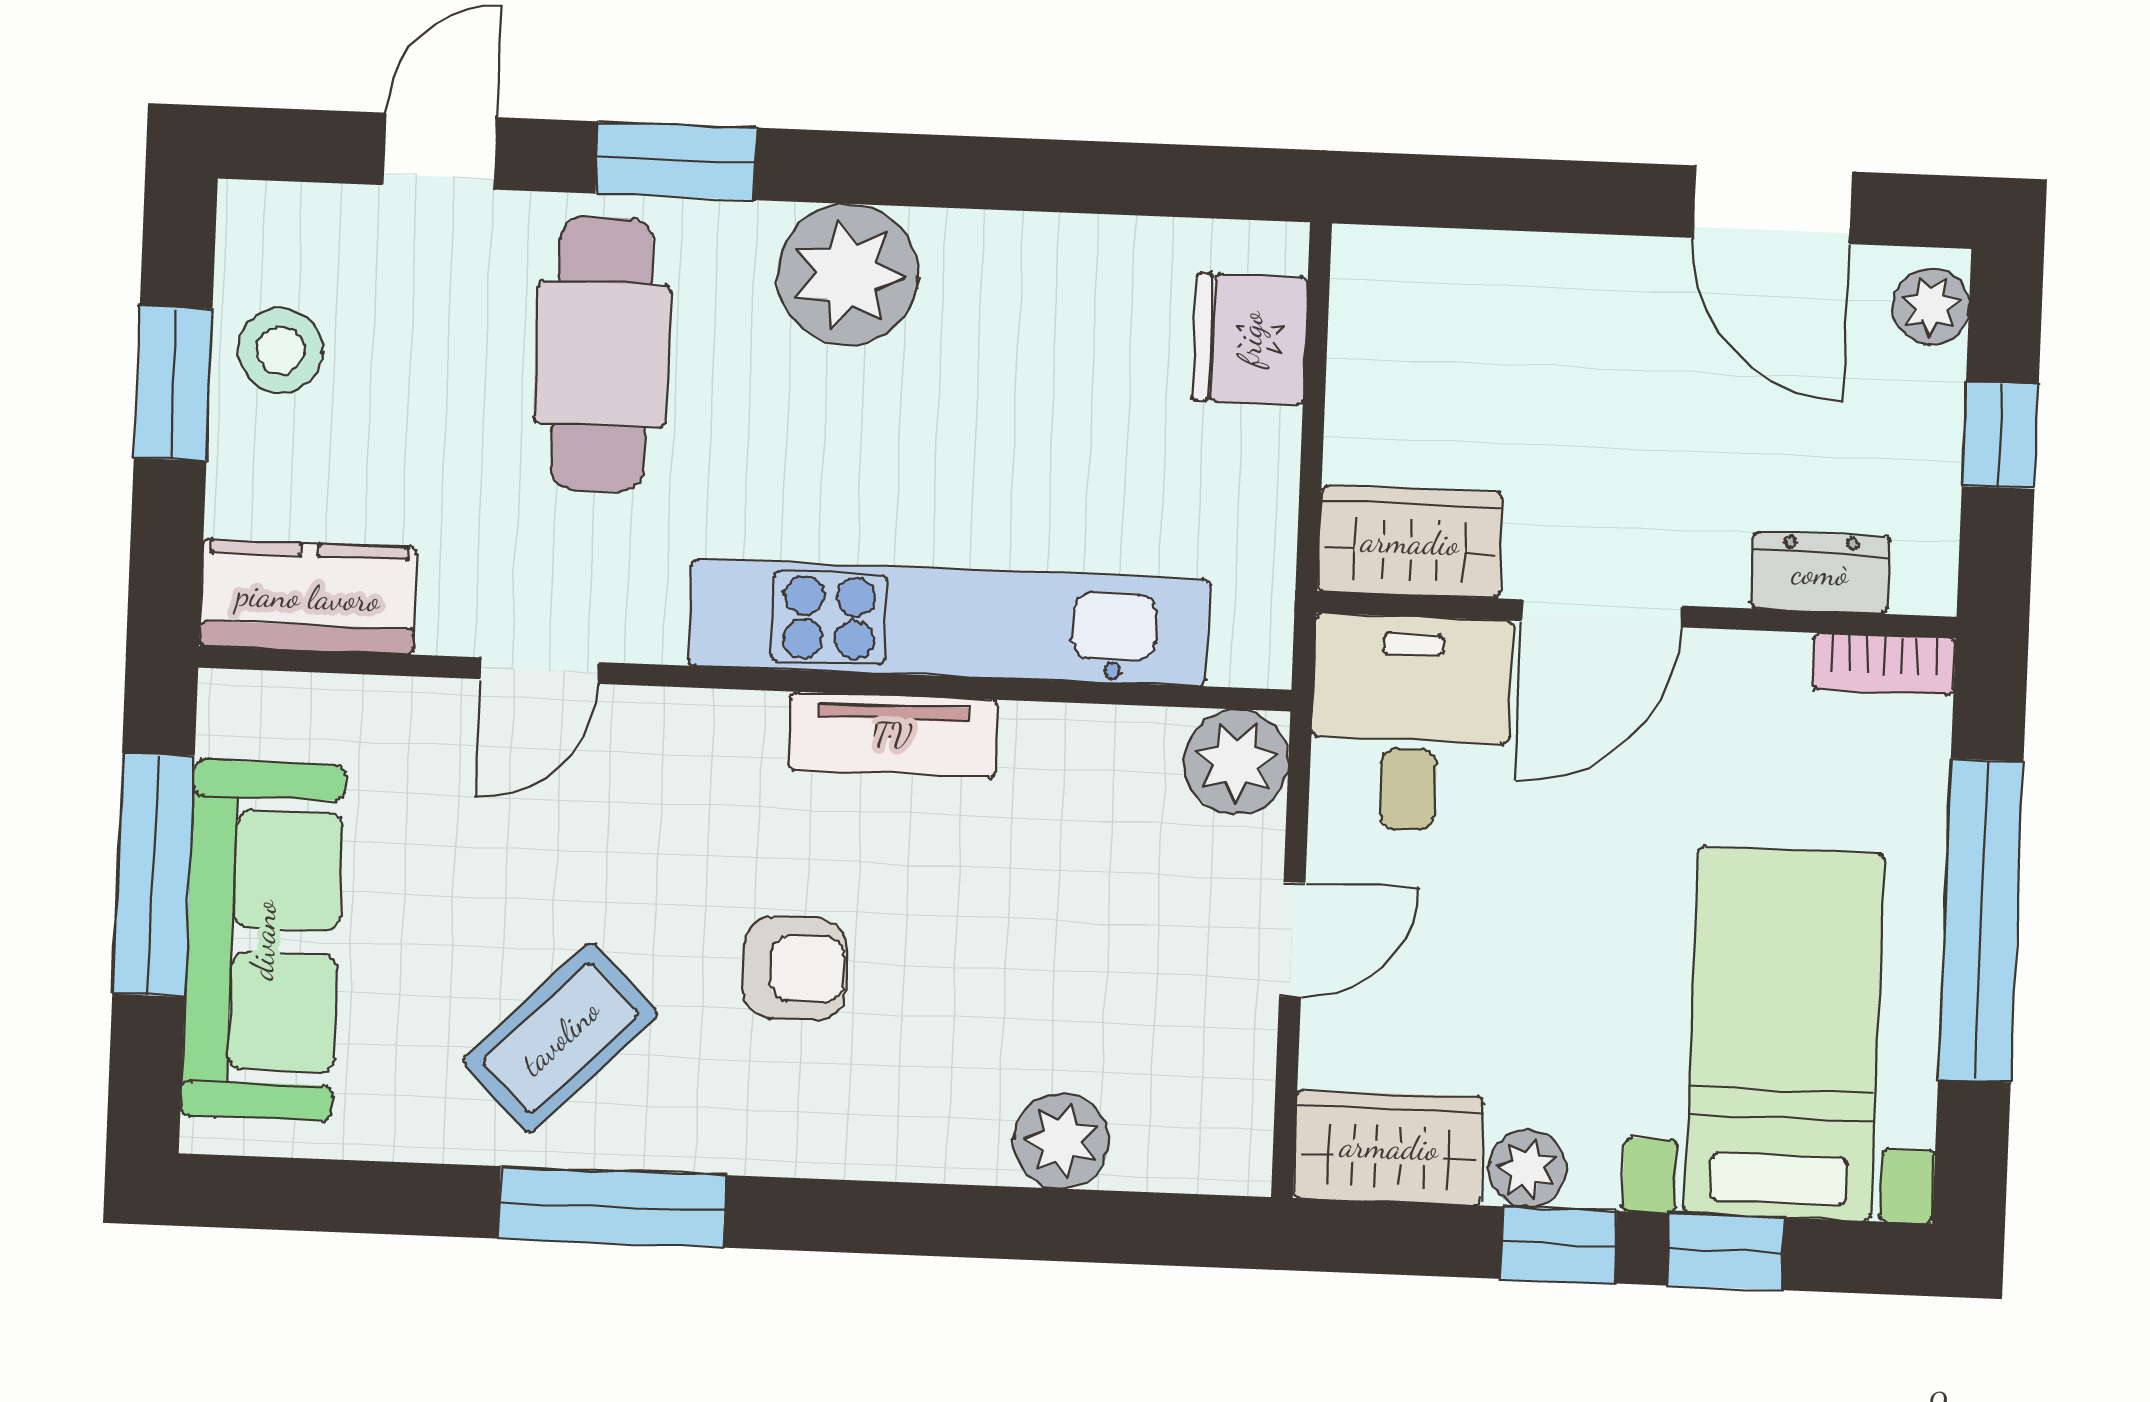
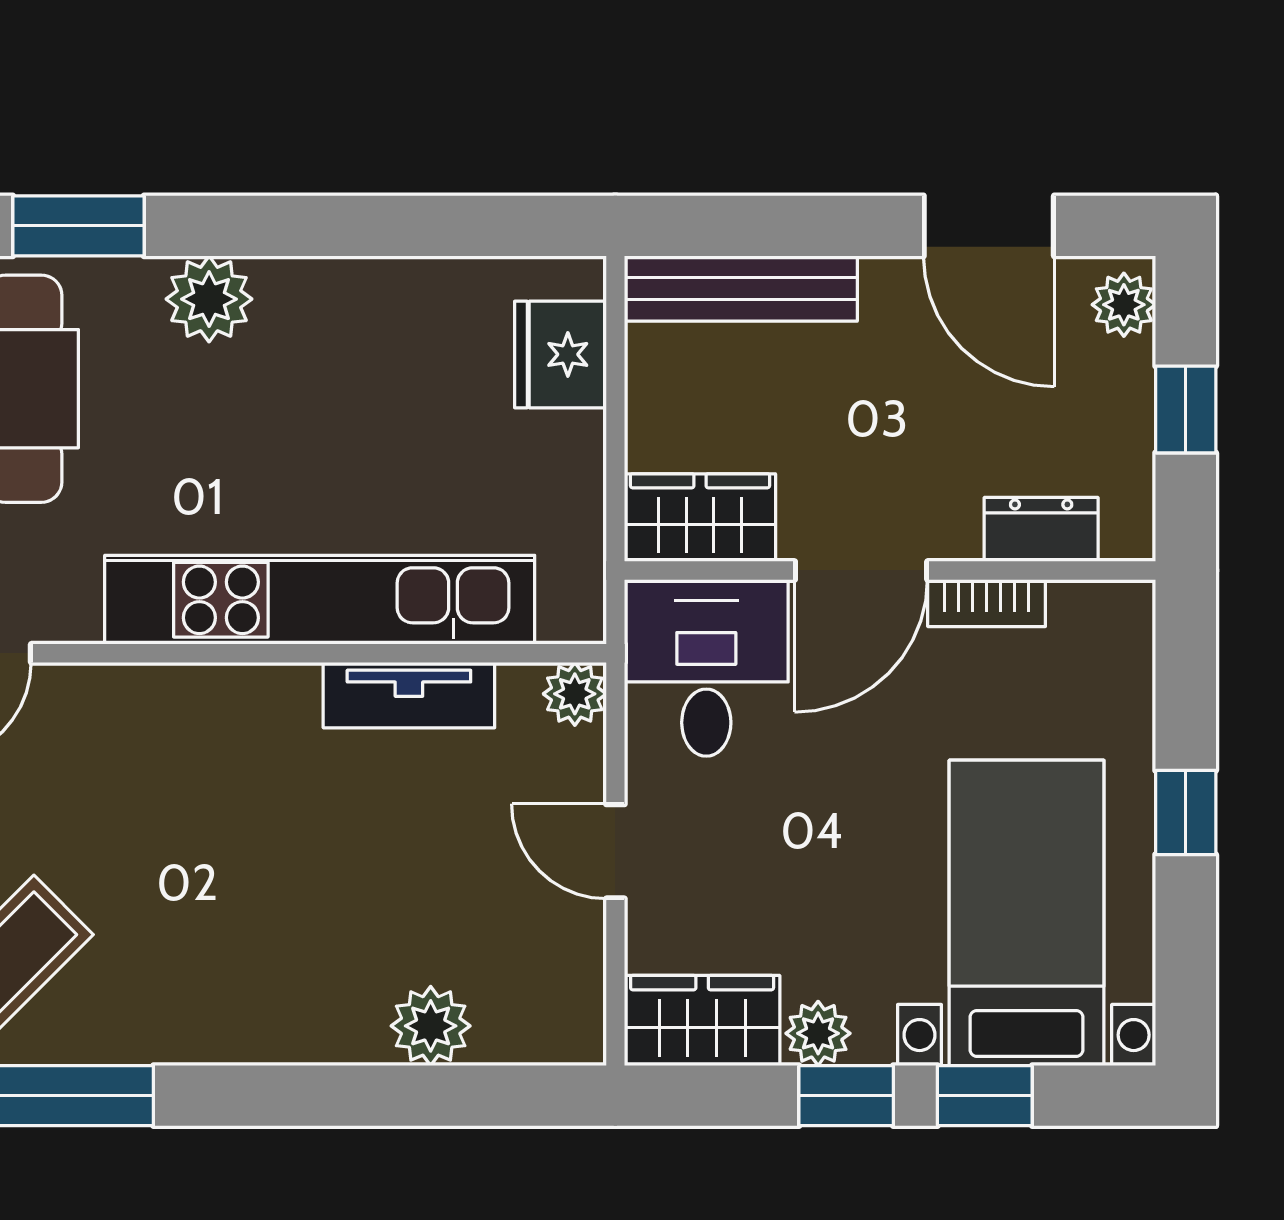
bench: (1471, 268) -> (741, 289), added
plant: (848, 275) -> (209, 299), width x0.73, depth x0.73
bookcase: (1884, 664) -> (987, 603), moved
tv unit: (893, 735) -> (409, 695), moved
plant: (1236, 762) -> (575, 694), width x0.73, depth x0.73
window: (1981, 921) -> (1186, 813), width x0.32
door: (1292, 940) -> (615, 851), swing flipped
armchair: (795, 968) -> (204, 892), removed

